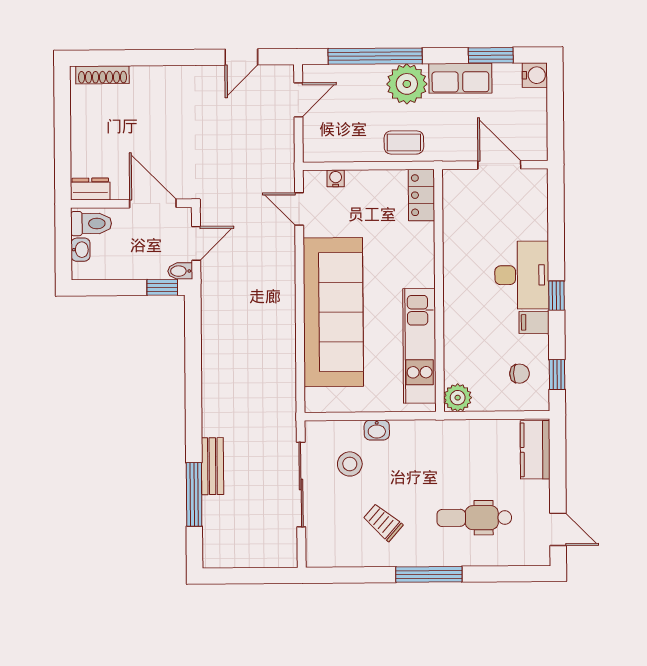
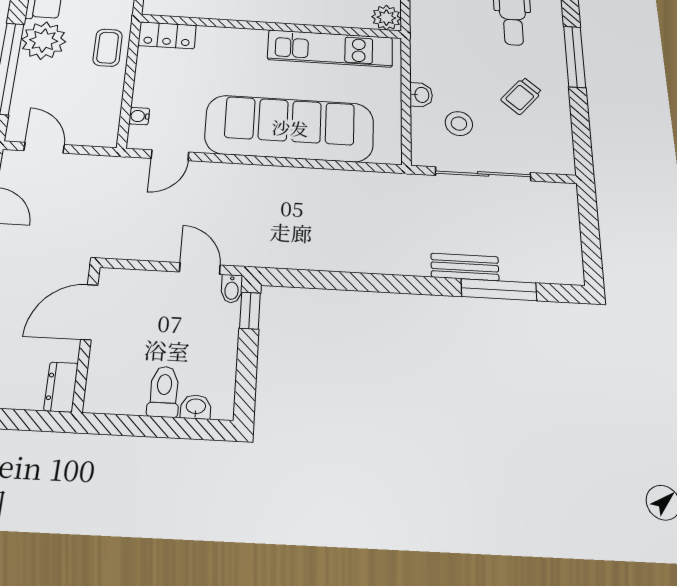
dresser: (90, 189) -> (61, 387), moved
door: (153, 203) -> (89, 312), moved
wall: (131, 204) -> (86, 338), moved

